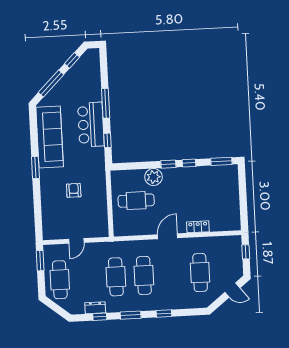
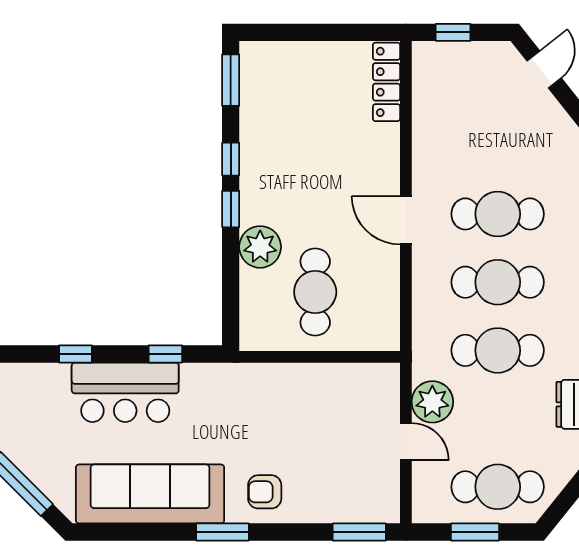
window: (106, 103) -> (75, 354), width x0.46
armchair: (74, 190) -> (265, 492), moved
window: (38, 224) -> (359, 532), added
locker: (198, 227) -> (386, 82), moved, width x1.53
plant: (93, 251) -> (432, 402), added
window: (40, 261) -> (475, 532), moved
cafe table: (200, 273) -> (498, 214), moved

